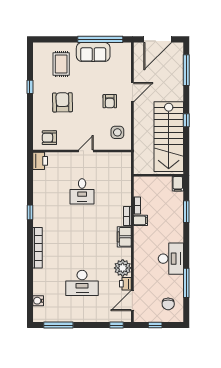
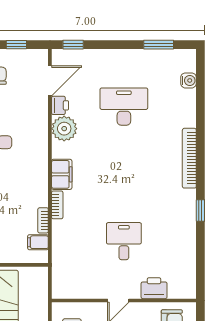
printer: (40, 161) -> (154, 288), moved, turned 90
filing cabinet: (140, 220) -> (38, 242), moved
window: (58, 325) -> (159, 45), width x0.69

